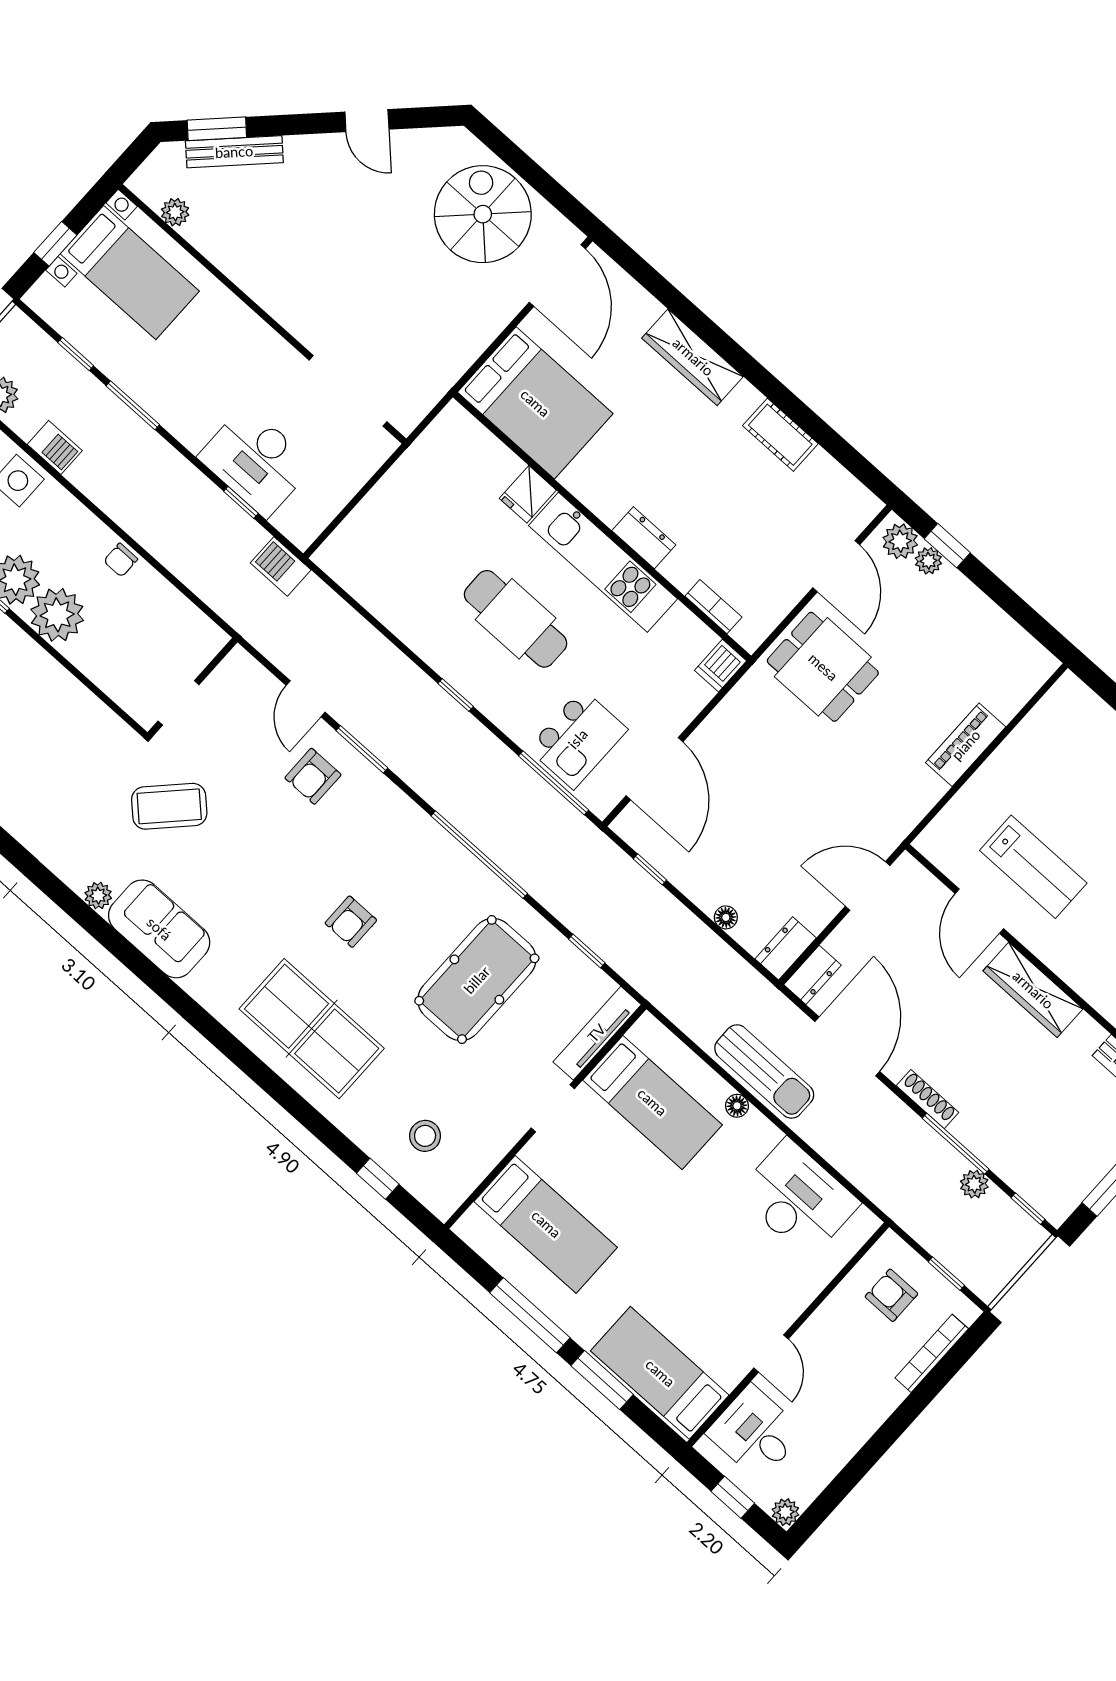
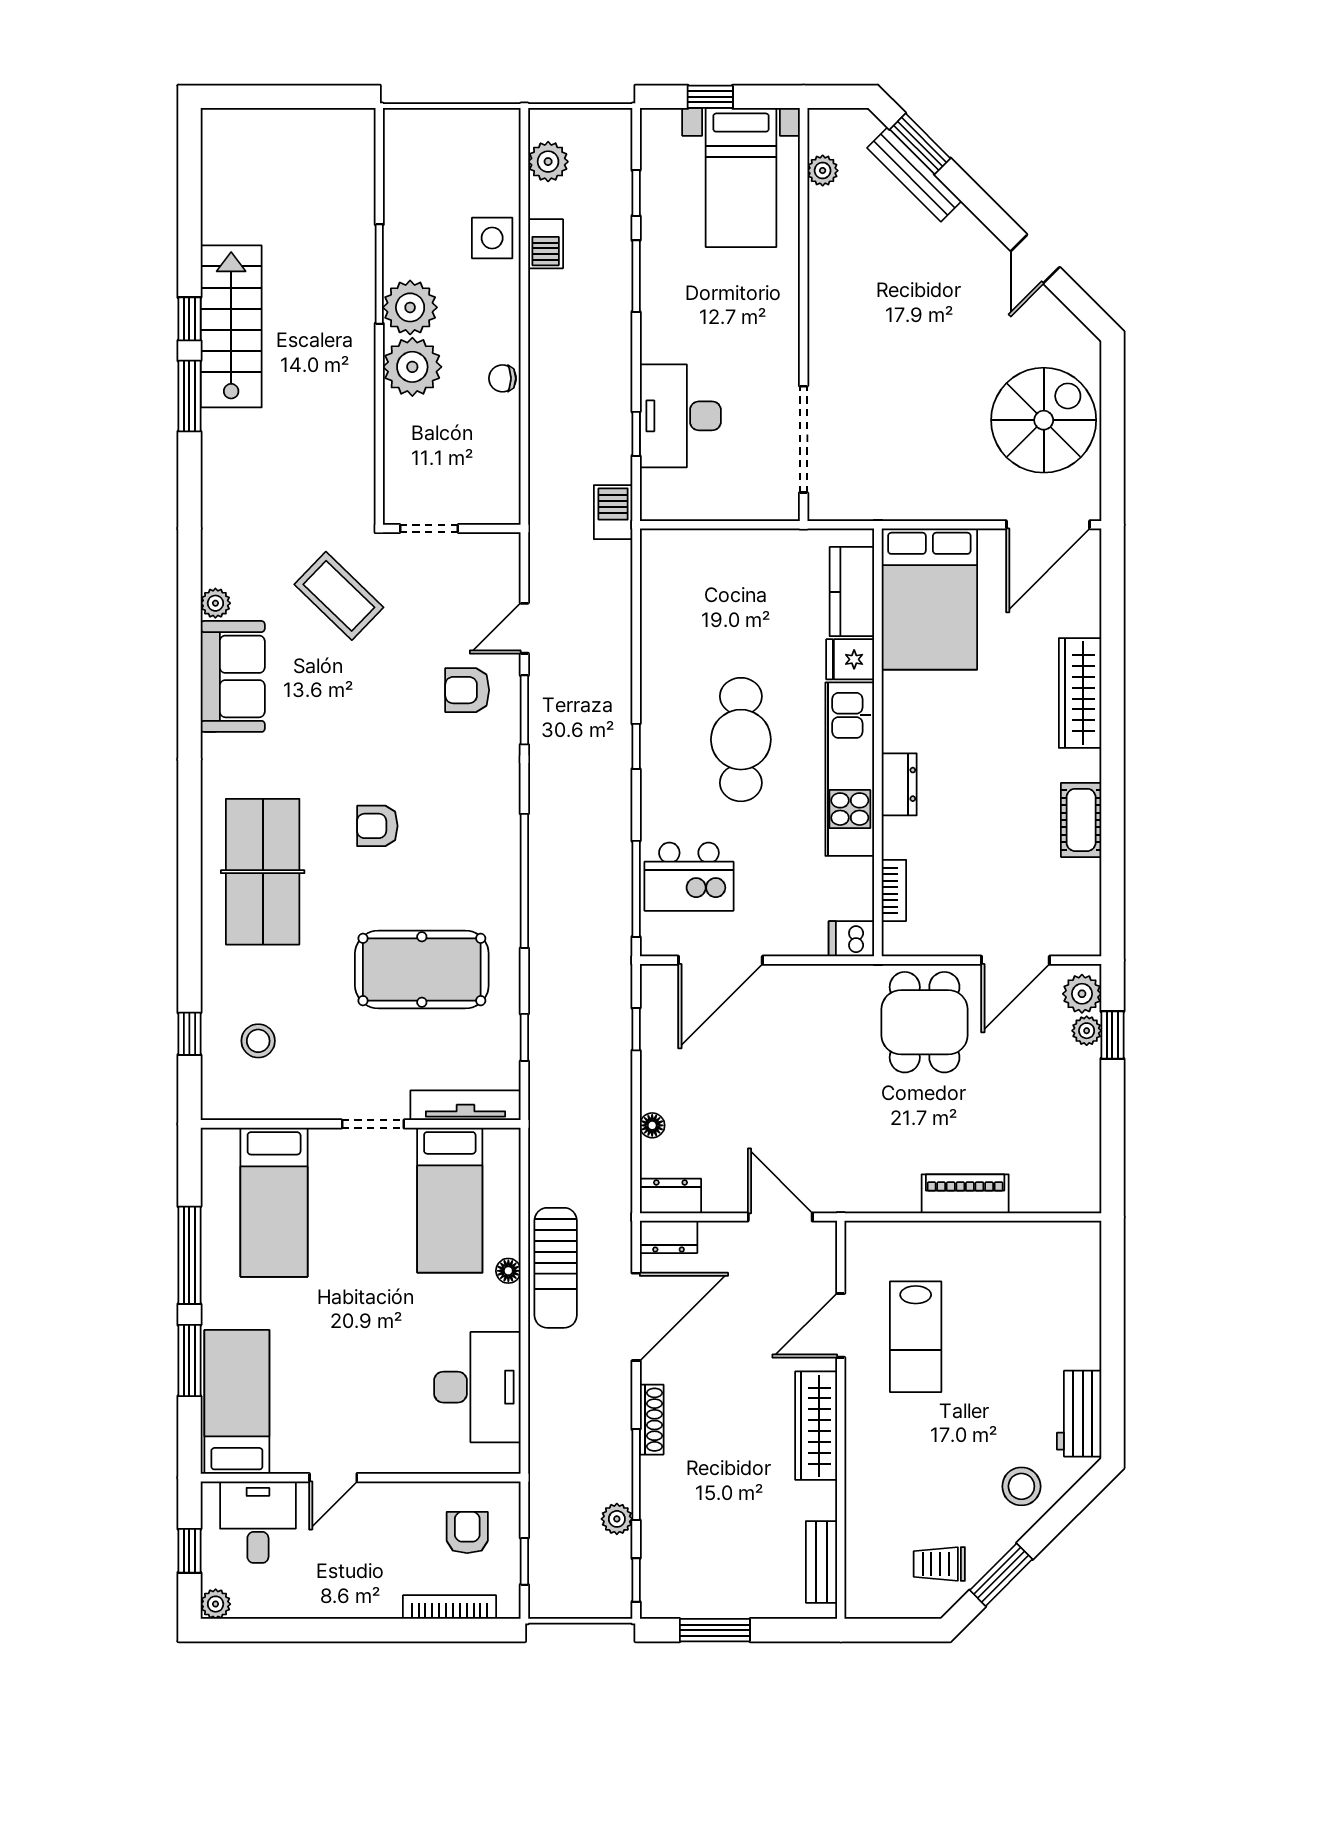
kitchen counter: (482, 451) -> (852, 592), added

